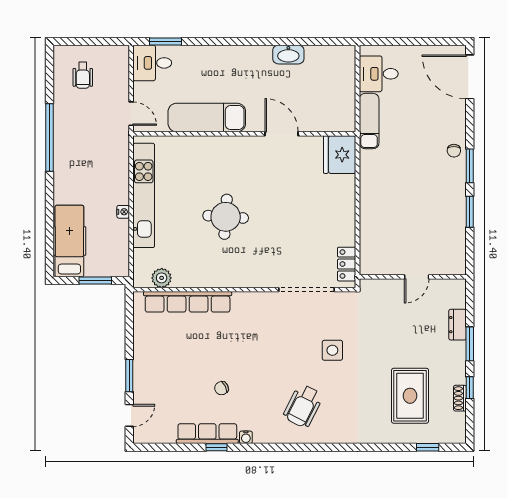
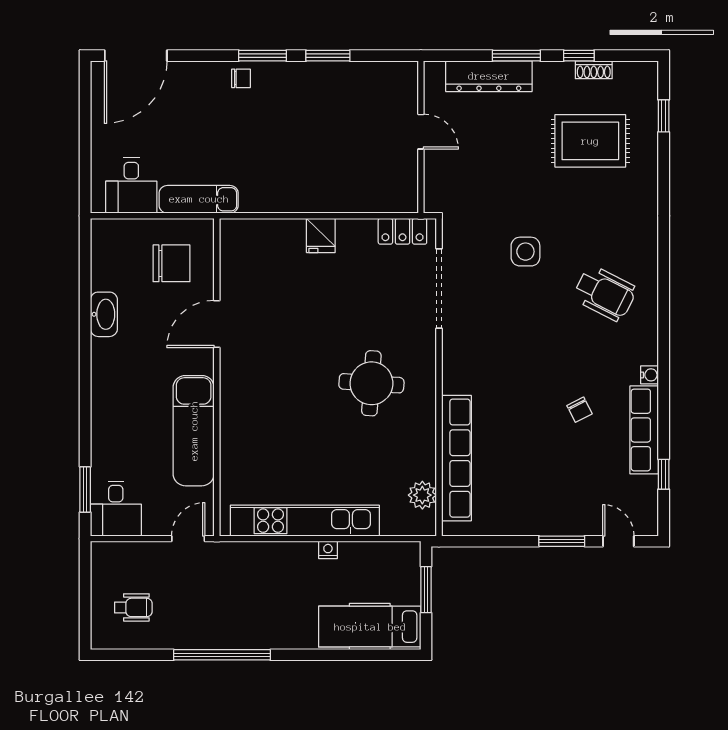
chair: (324, 102) -> (172, 263), added
fridge: (340, 155) -> (321, 235), moved, width x0.53, depth x0.75
round table: (226, 217) -> (371, 383), moved
dresser: (458, 325) -> (489, 76), width x1.96, depth x1.24
window: (216, 447) -> (664, 474), moved

